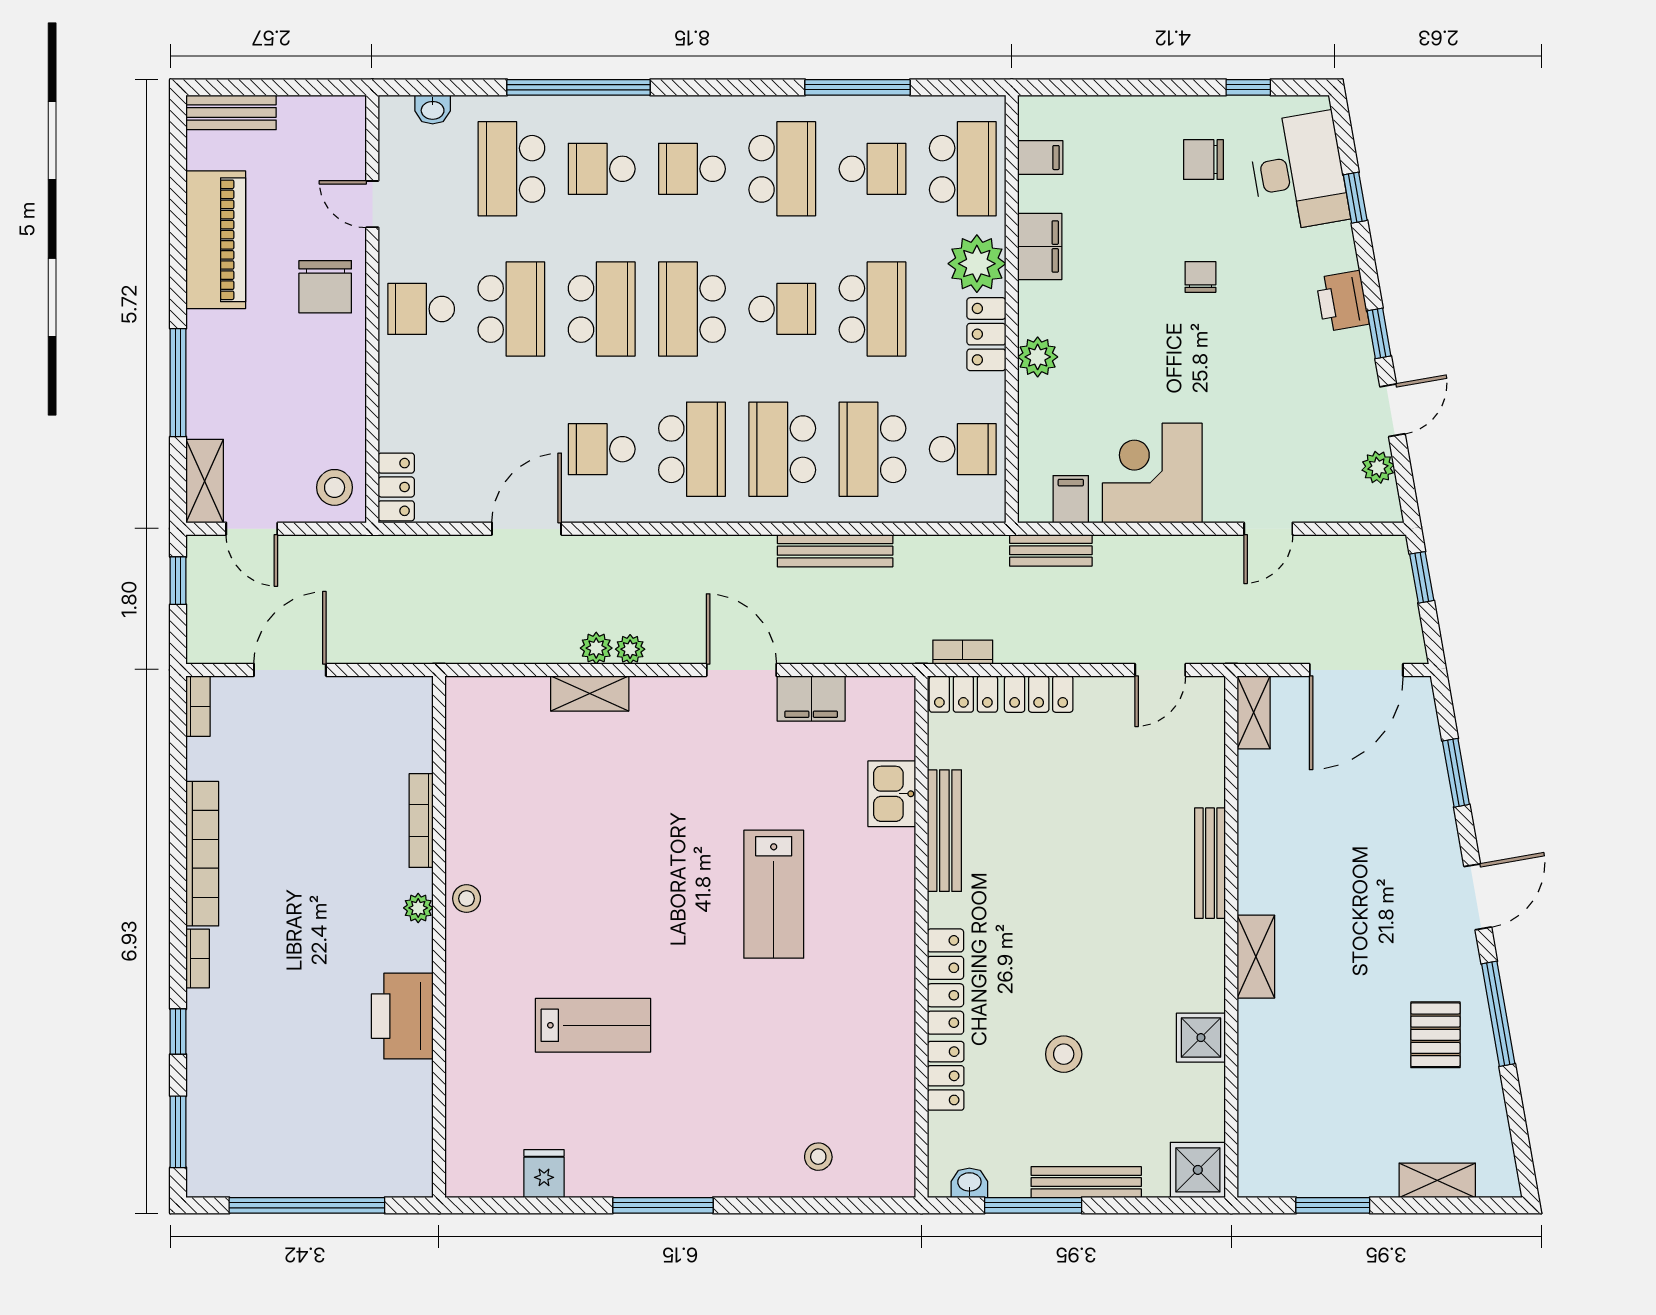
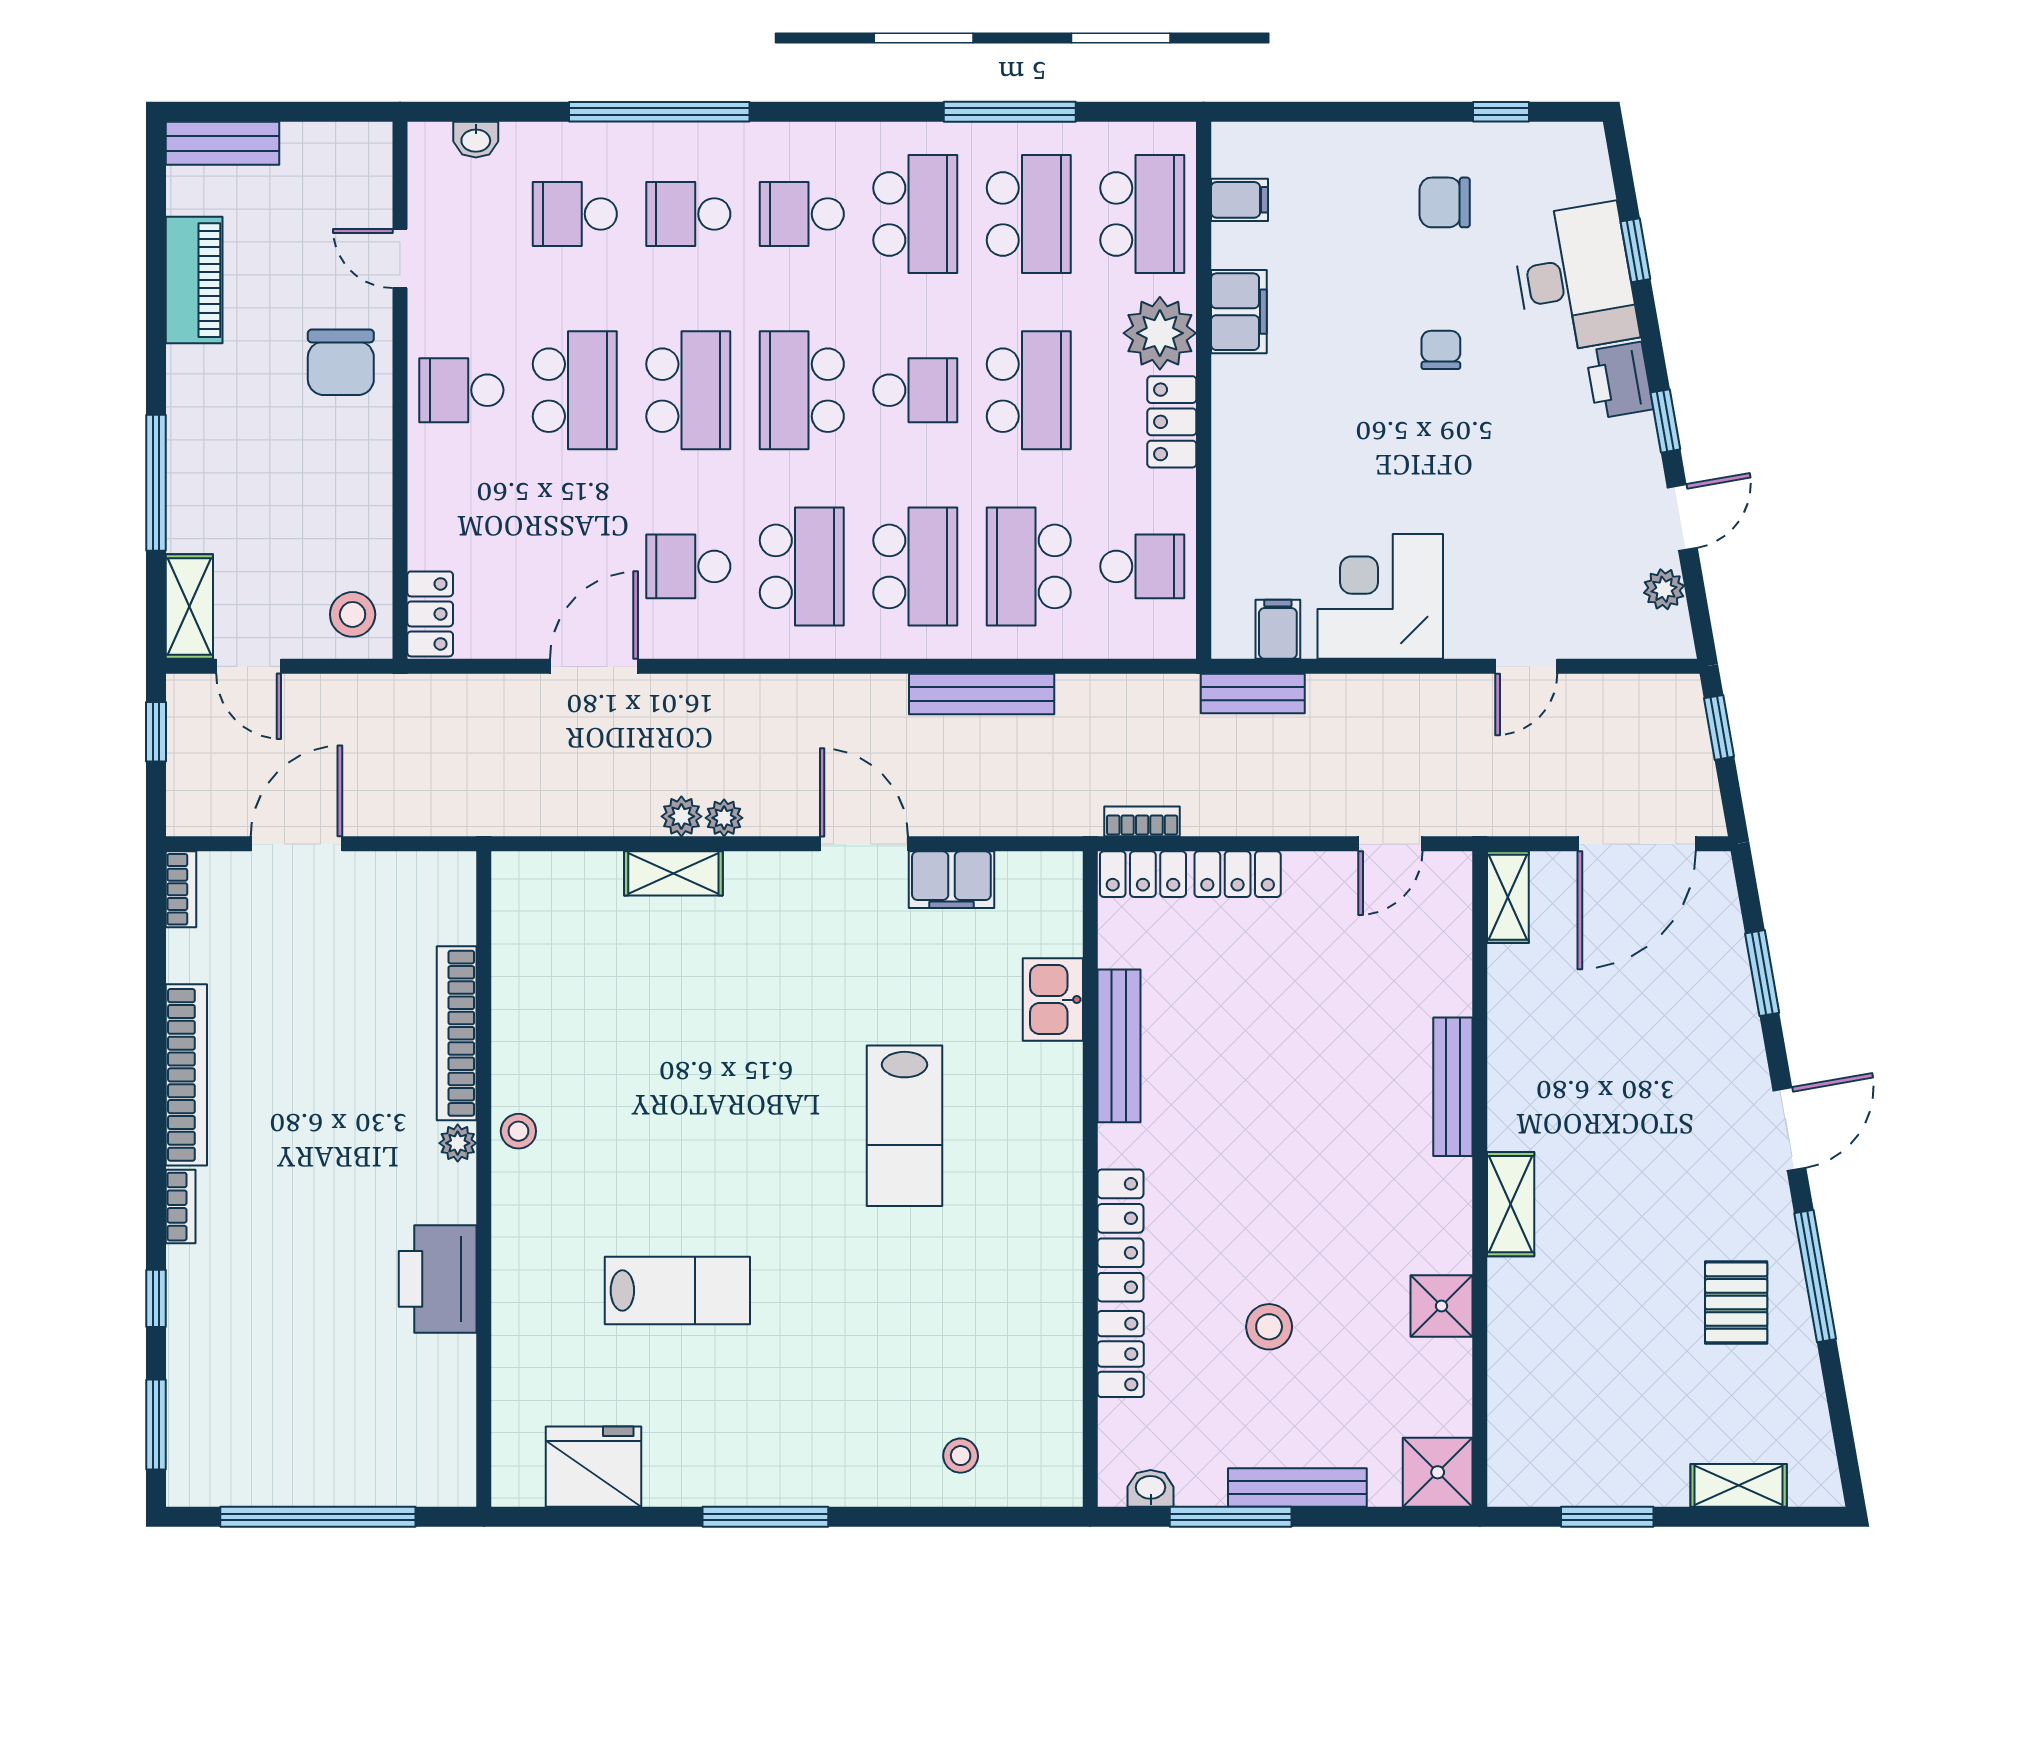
school desk: (511, 169) -> (575, 214), width x0.54
school desk: (873, 169) -> (1029, 214), width x1.85
desk: (1298, 172) -> (1575, 278), moved
piano: (216, 240) -> (194, 280), width x0.73, depth x0.75
plant: (1038, 357) -> (1236, 451), removed
school desk: (782, 449) -> (915, 566), turned 180
bookcase: (421, 821) -> (457, 1033), width x1.48, depth x1.31
fridge: (544, 1174) -> (594, 1467), width x1.88, depth x1.34

